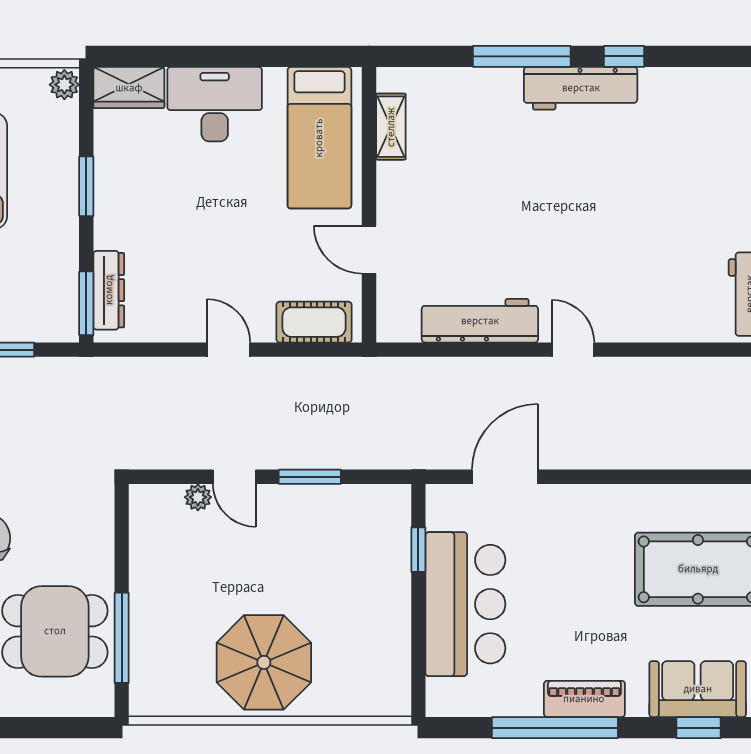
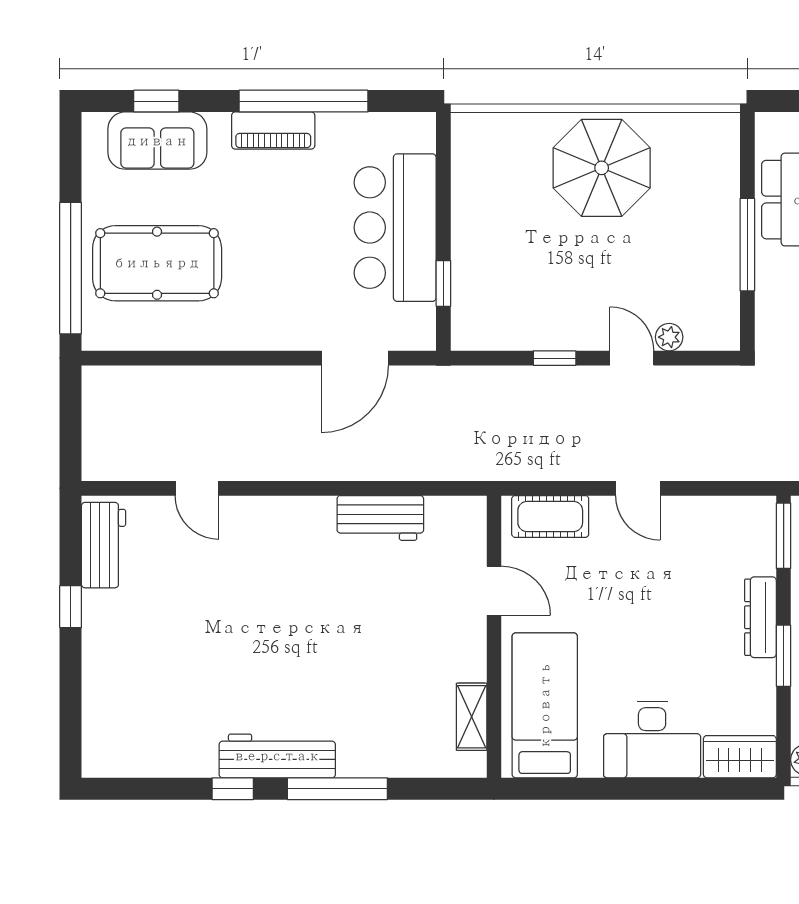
dresser: (109, 290) -> (761, 617), moved
workbench: (480, 321) -> (380, 518), width x0.73
door: (573, 350) -> (197, 488), moved
window: (310, 477) -> (555, 358), width x0.67
window: (122, 638) -> (747, 245), moved

